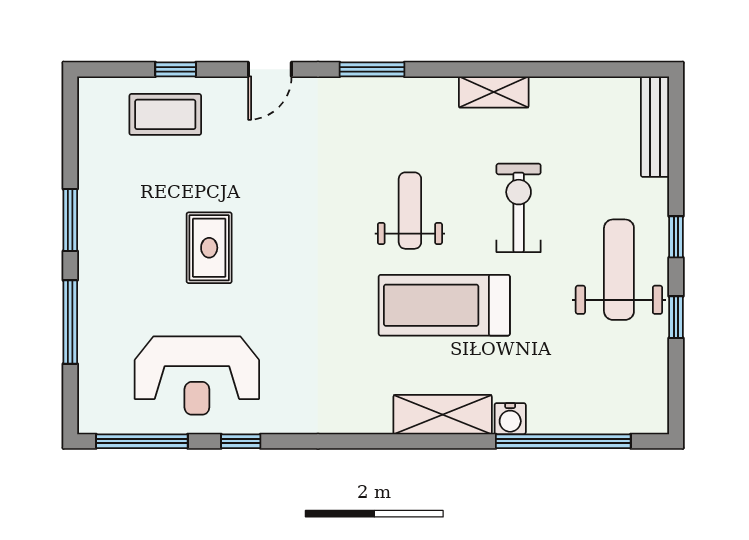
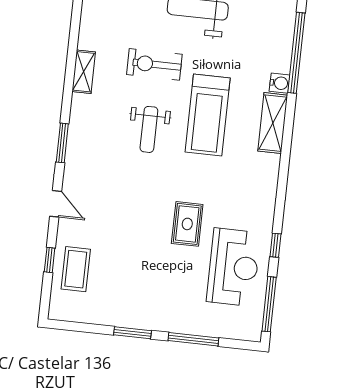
weight bench: (410, 211) -> (149, 129), turned -90
rug: (209, 248) -> (187, 224), moved, turned 90

